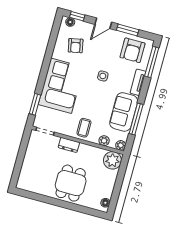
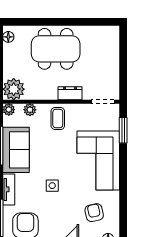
dining table: (71, 183) -> (56, 49), width x1.37

